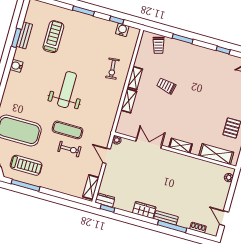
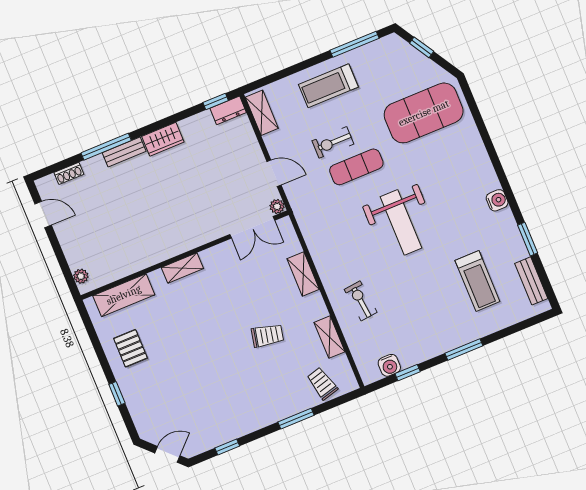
bench: (24, 35) -> (531, 281), moved
shelving: (135, 78) -> (329, 337), moved
double door: (149, 143) -> (252, 227), moved
treadmill: (26, 165) -> (328, 86), moved

